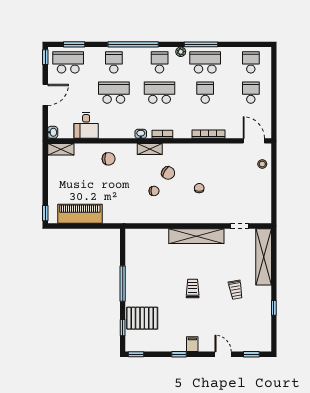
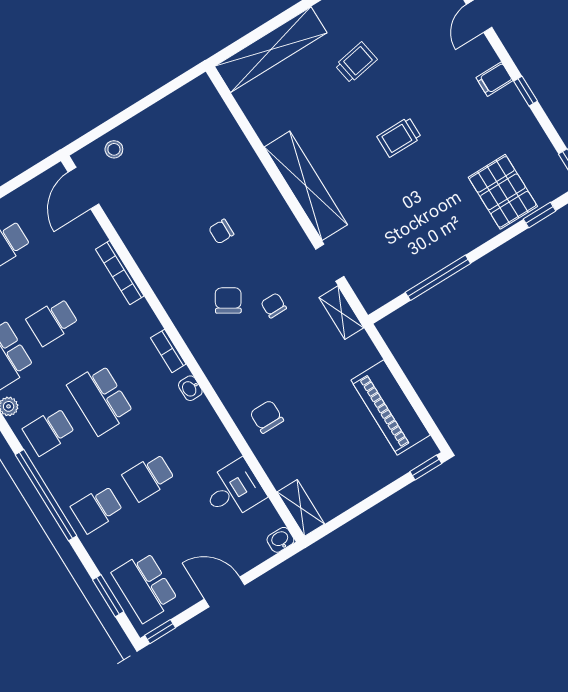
school desk: (114, 93) -> (149, 477), width x0.54
shelving: (150, 149) -> (341, 313), moved
doorway: (240, 226) -> (330, 263), moved
window: (123, 284) -> (438, 278), moved

